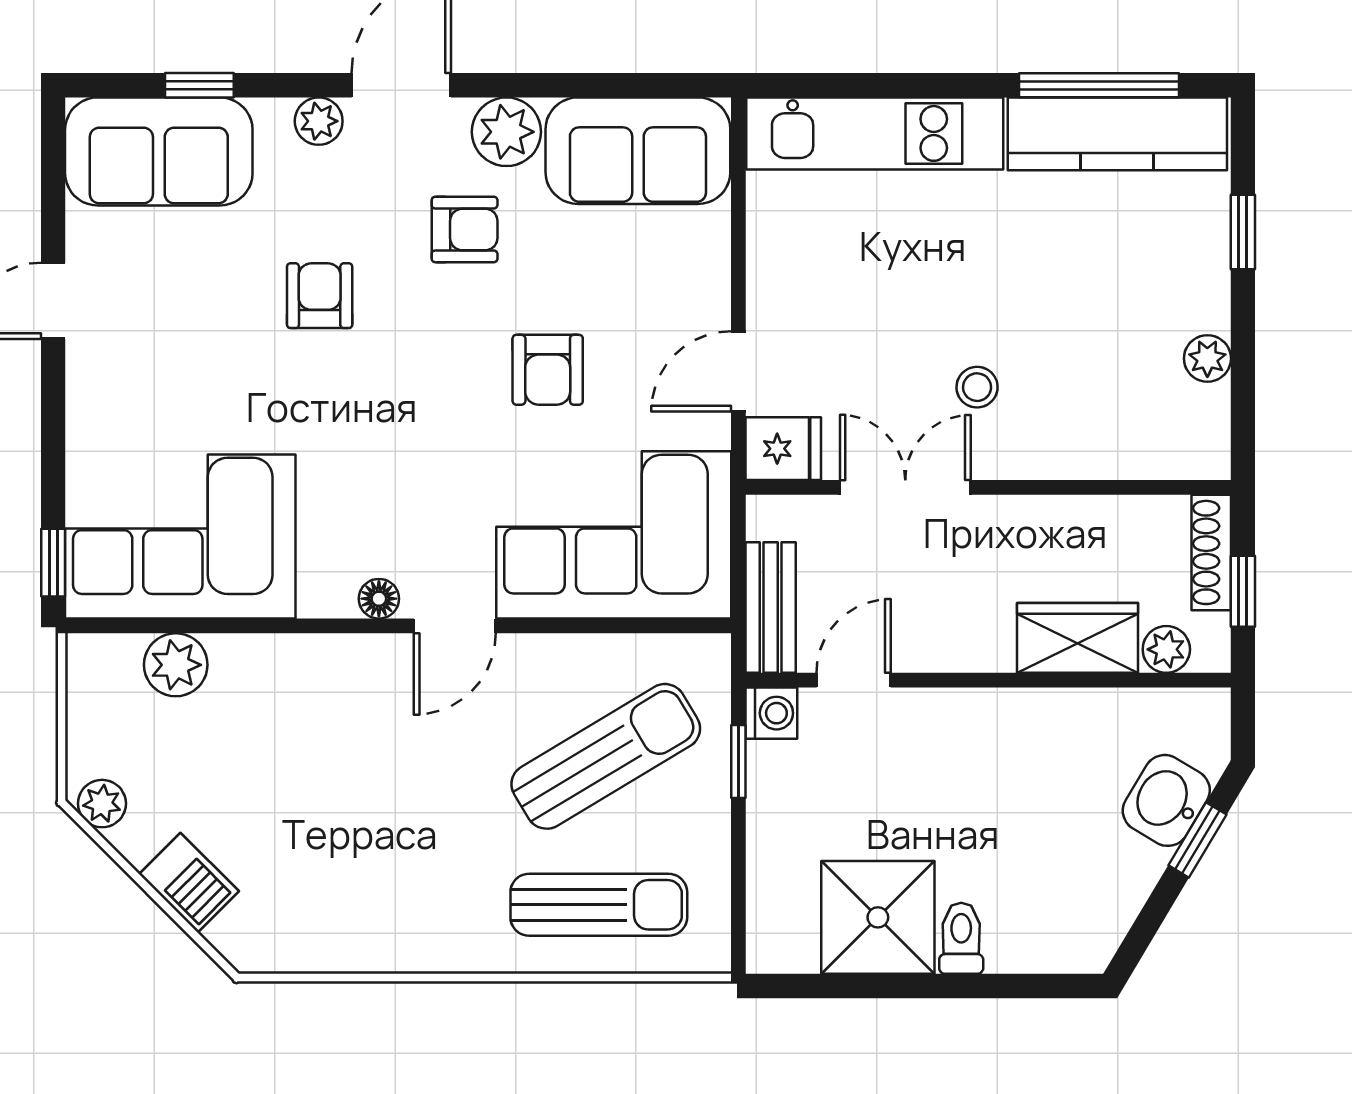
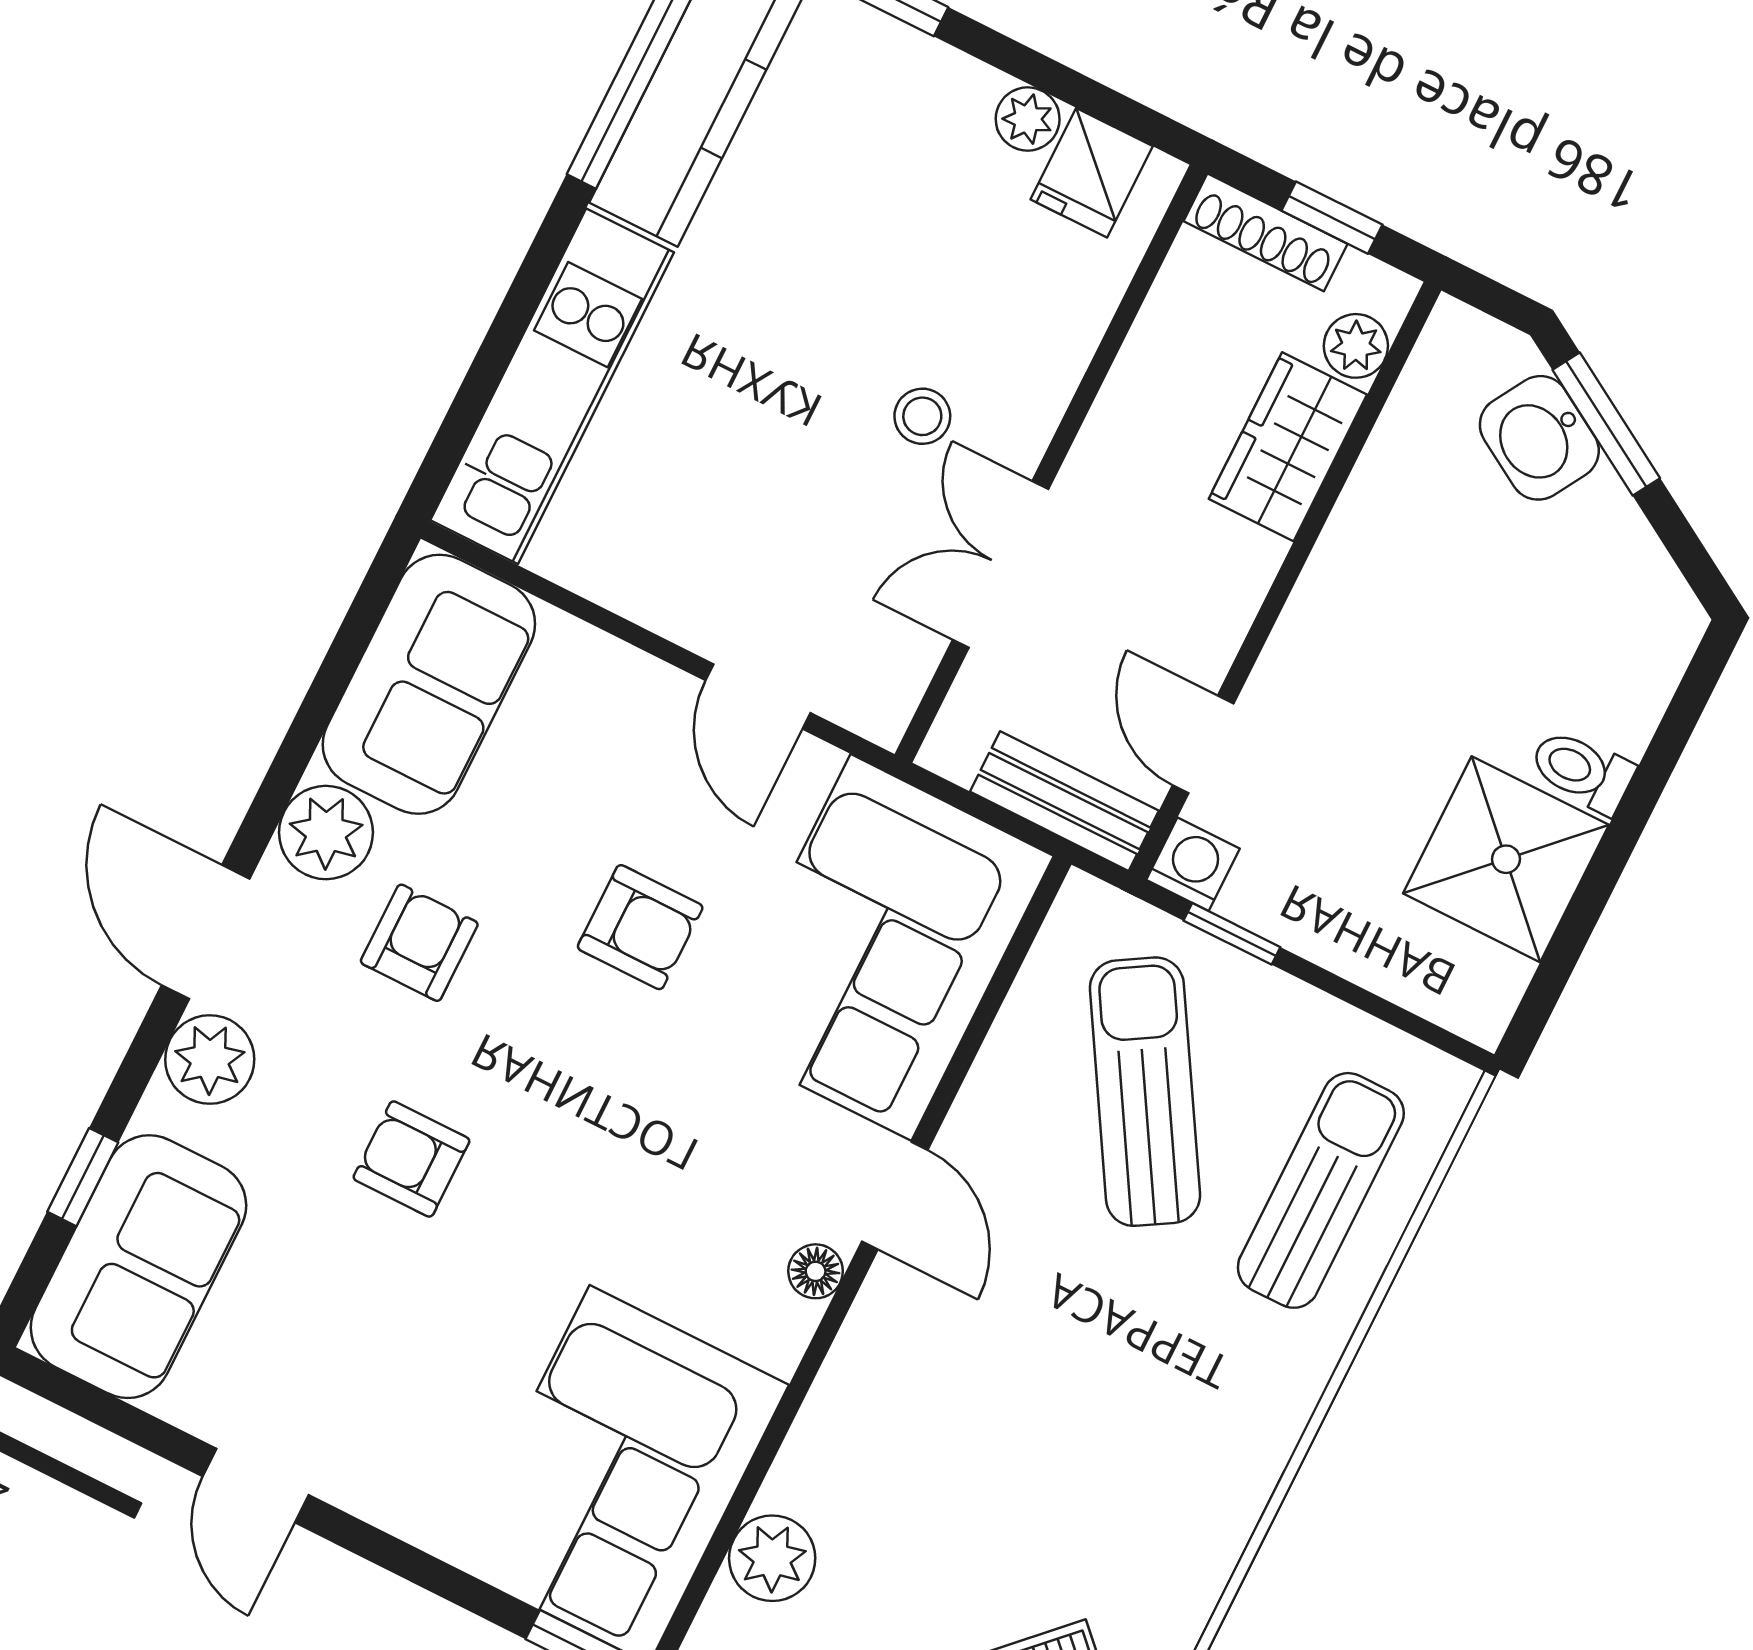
plant: (319, 121) -> (210, 1059), width x1.38, depth x1.38
fridge: (783, 449) -> (1092, 173), moved, turned 180
window: (1197, 840) -> (1606, 424), width x1.50

